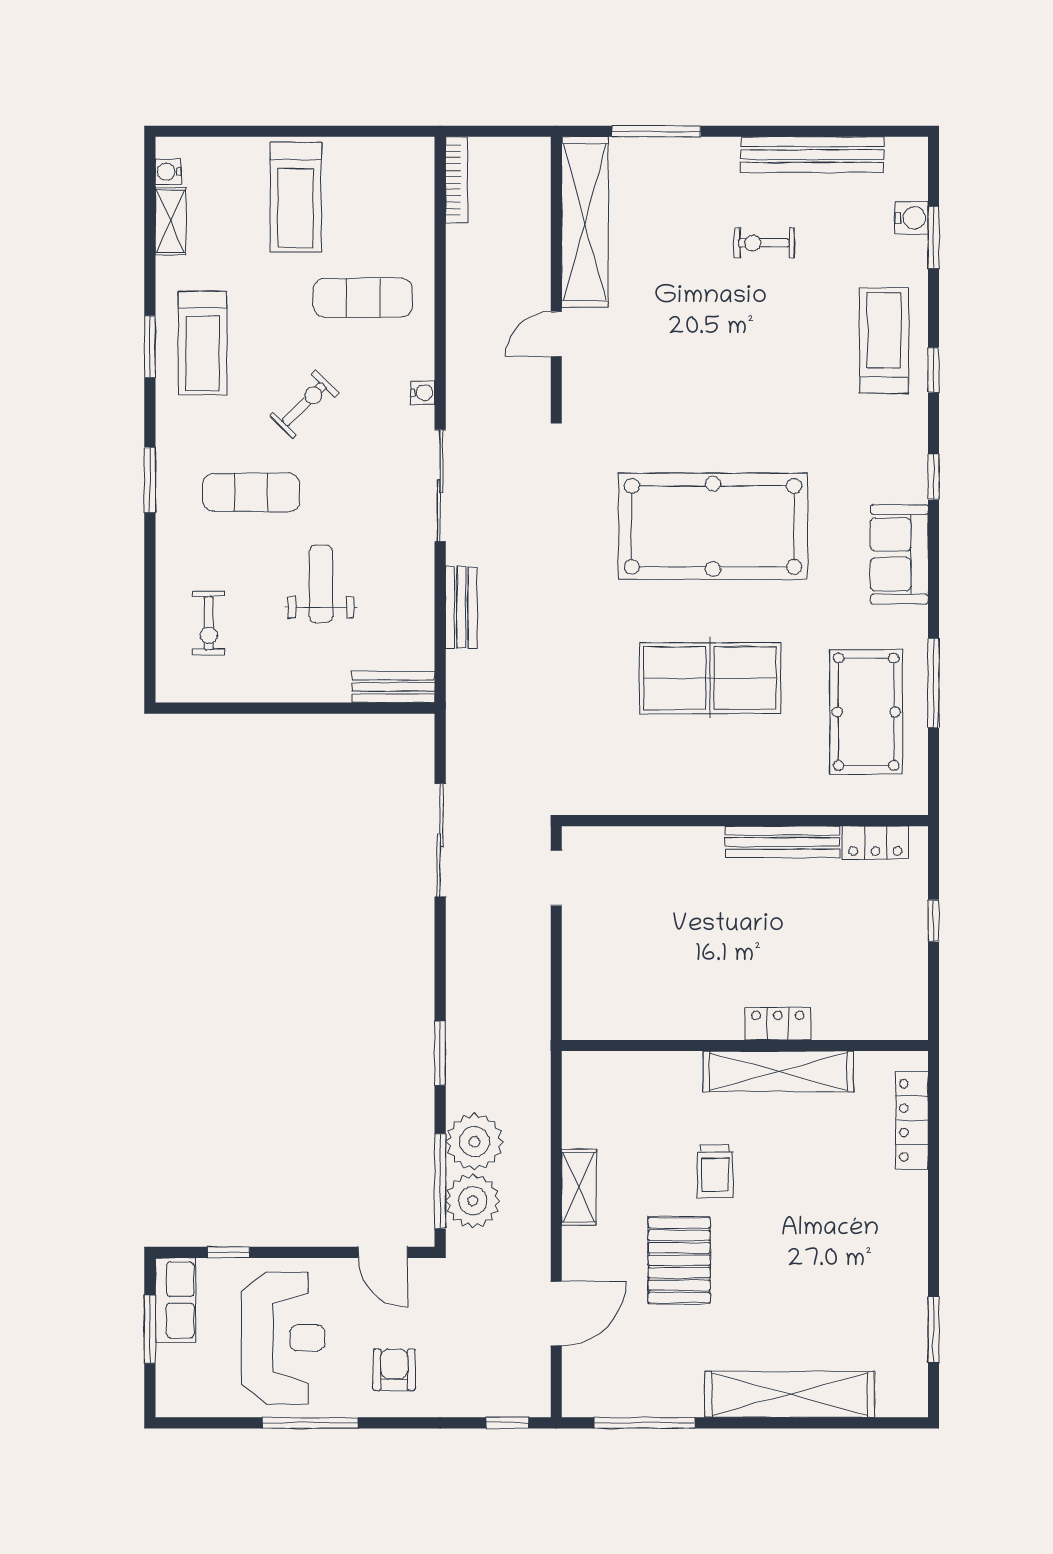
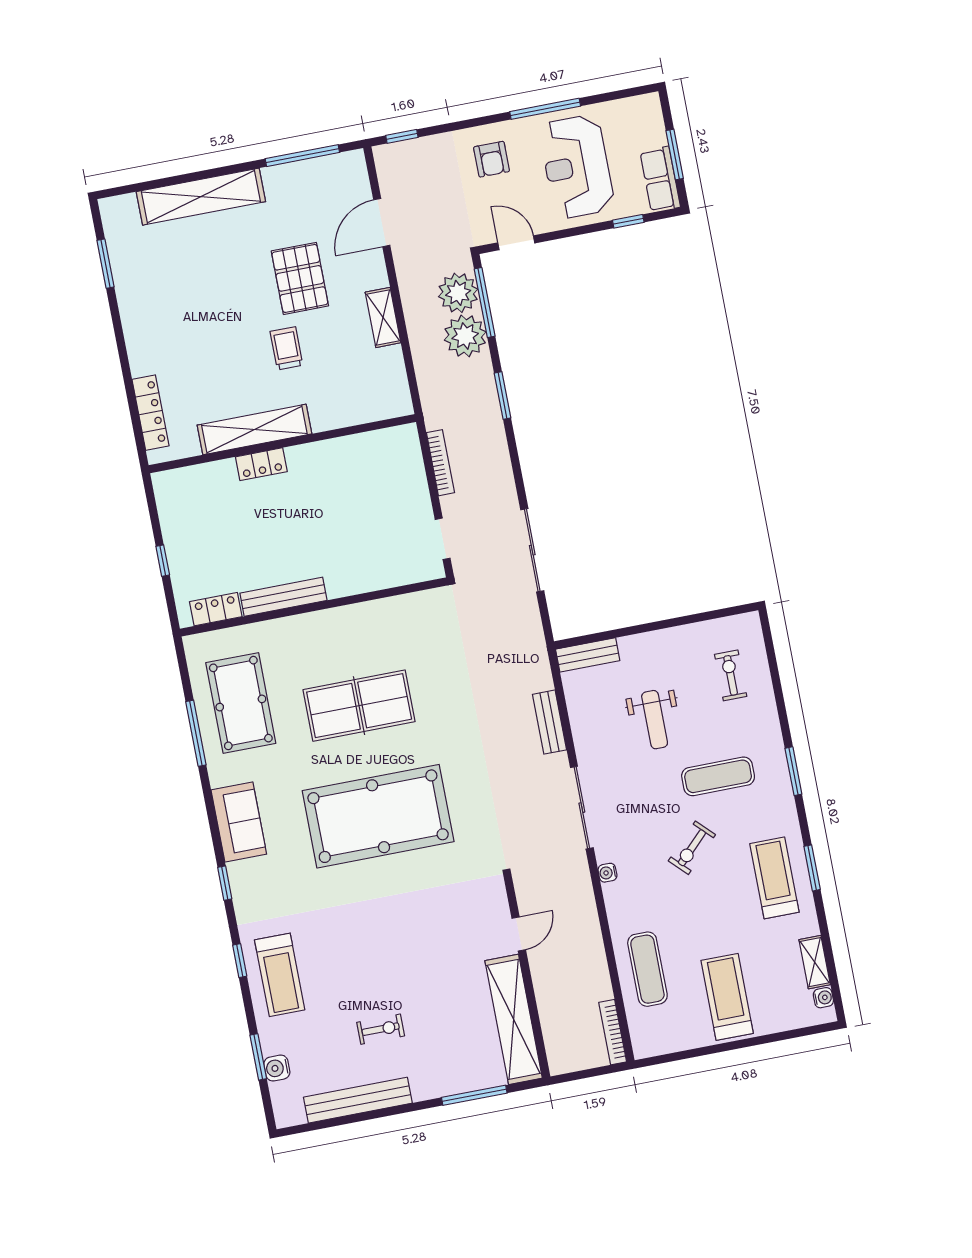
exercise mat: (363, 298) -> (647, 969), moved, turned 90
bookcase: (540, 980) -> (440, 463), added

